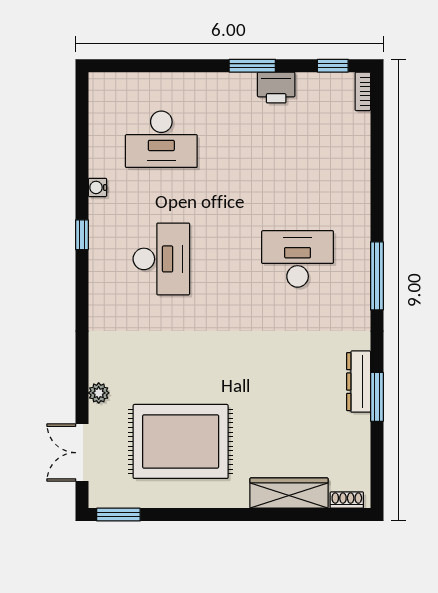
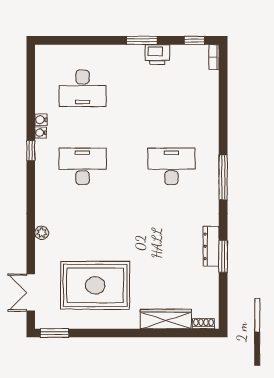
water cooler: (97, 207) -> (41, 133), added
desk: (161, 259) -> (83, 166), turned -90
plant: (99, 393) -> (42, 233), moved

